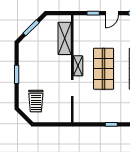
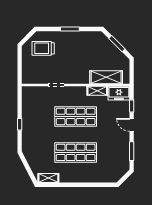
freezer: (80, 26) -> (119, 93), added
shelving: (78, 66) -> (97, 91), moved

